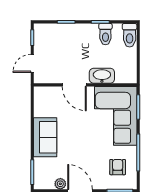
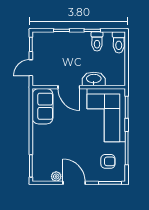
sofa: (45, 137) -> (43, 106), moved
armchair: (118, 167) -> (108, 161), turned 90

